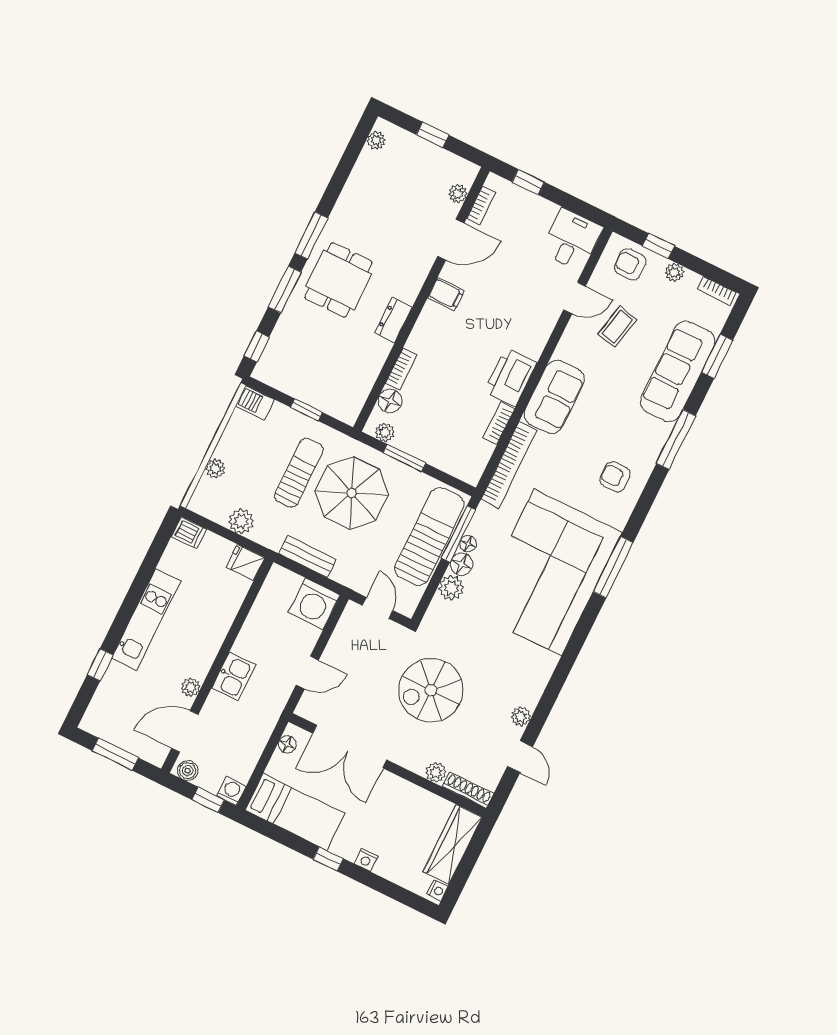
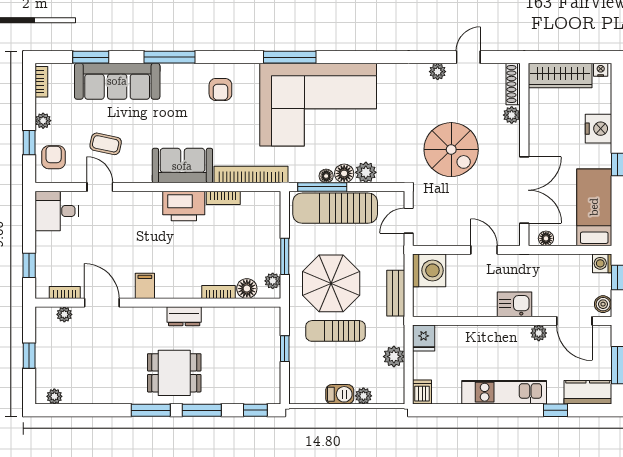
armchair: (630, 264) -> (54, 157), turned 180
barbecue: (255, 403) -> (340, 394), moved, turned -90
kitchen counter: (102, 708) -> (588, 392), added
nightstand: (366, 860) -> (598, 129), width x1.89, depth x1.79

